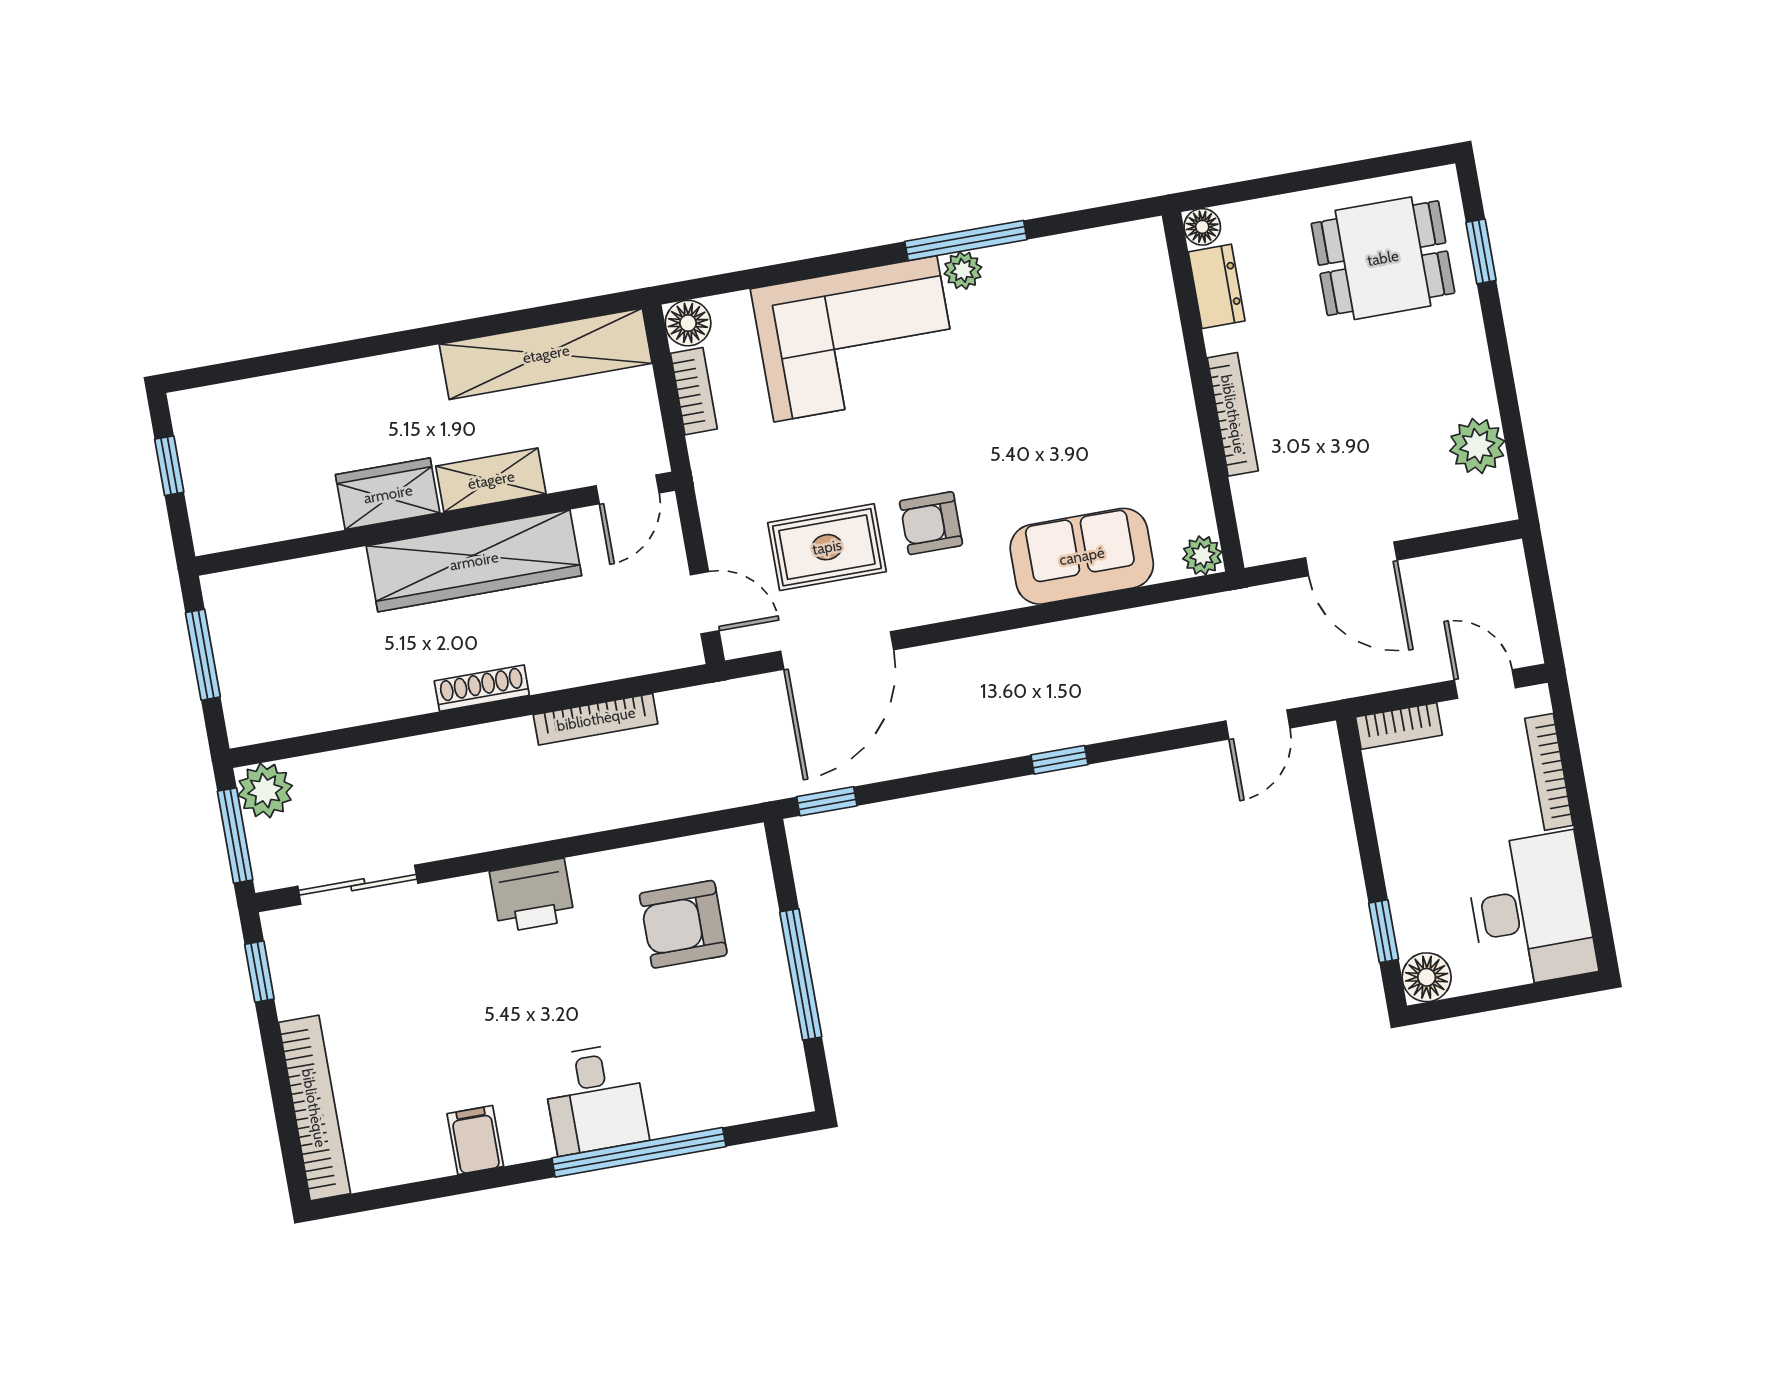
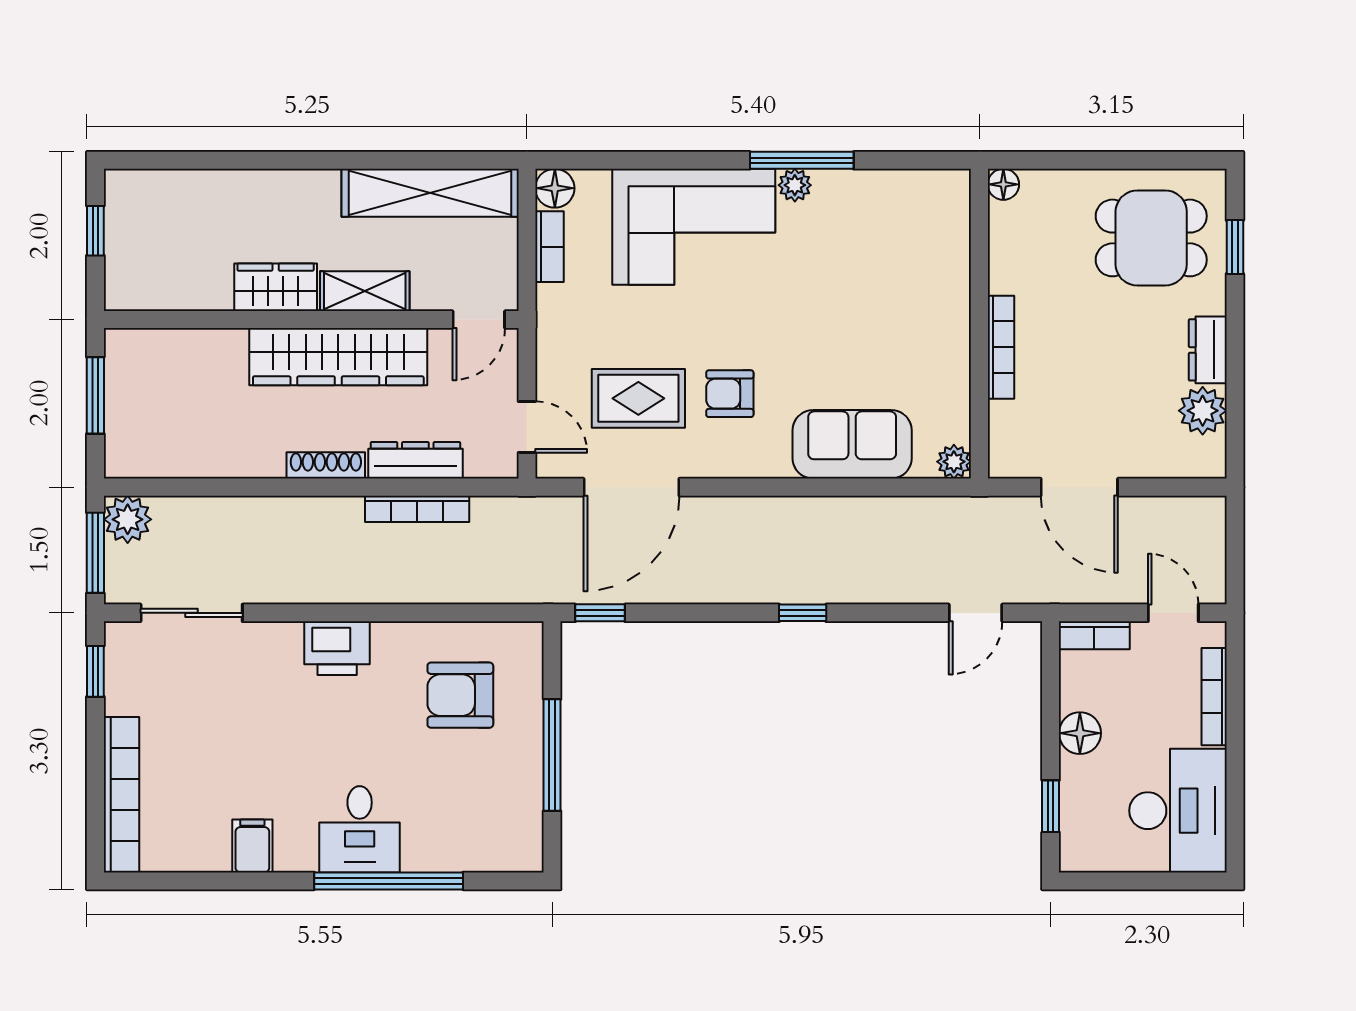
dresser: (1217, 286) -> (1208, 350), moved, turned 180
dresser: (584, 664) -> (415, 460), added
floor lamp: (1427, 977) -> (1080, 733), moved

